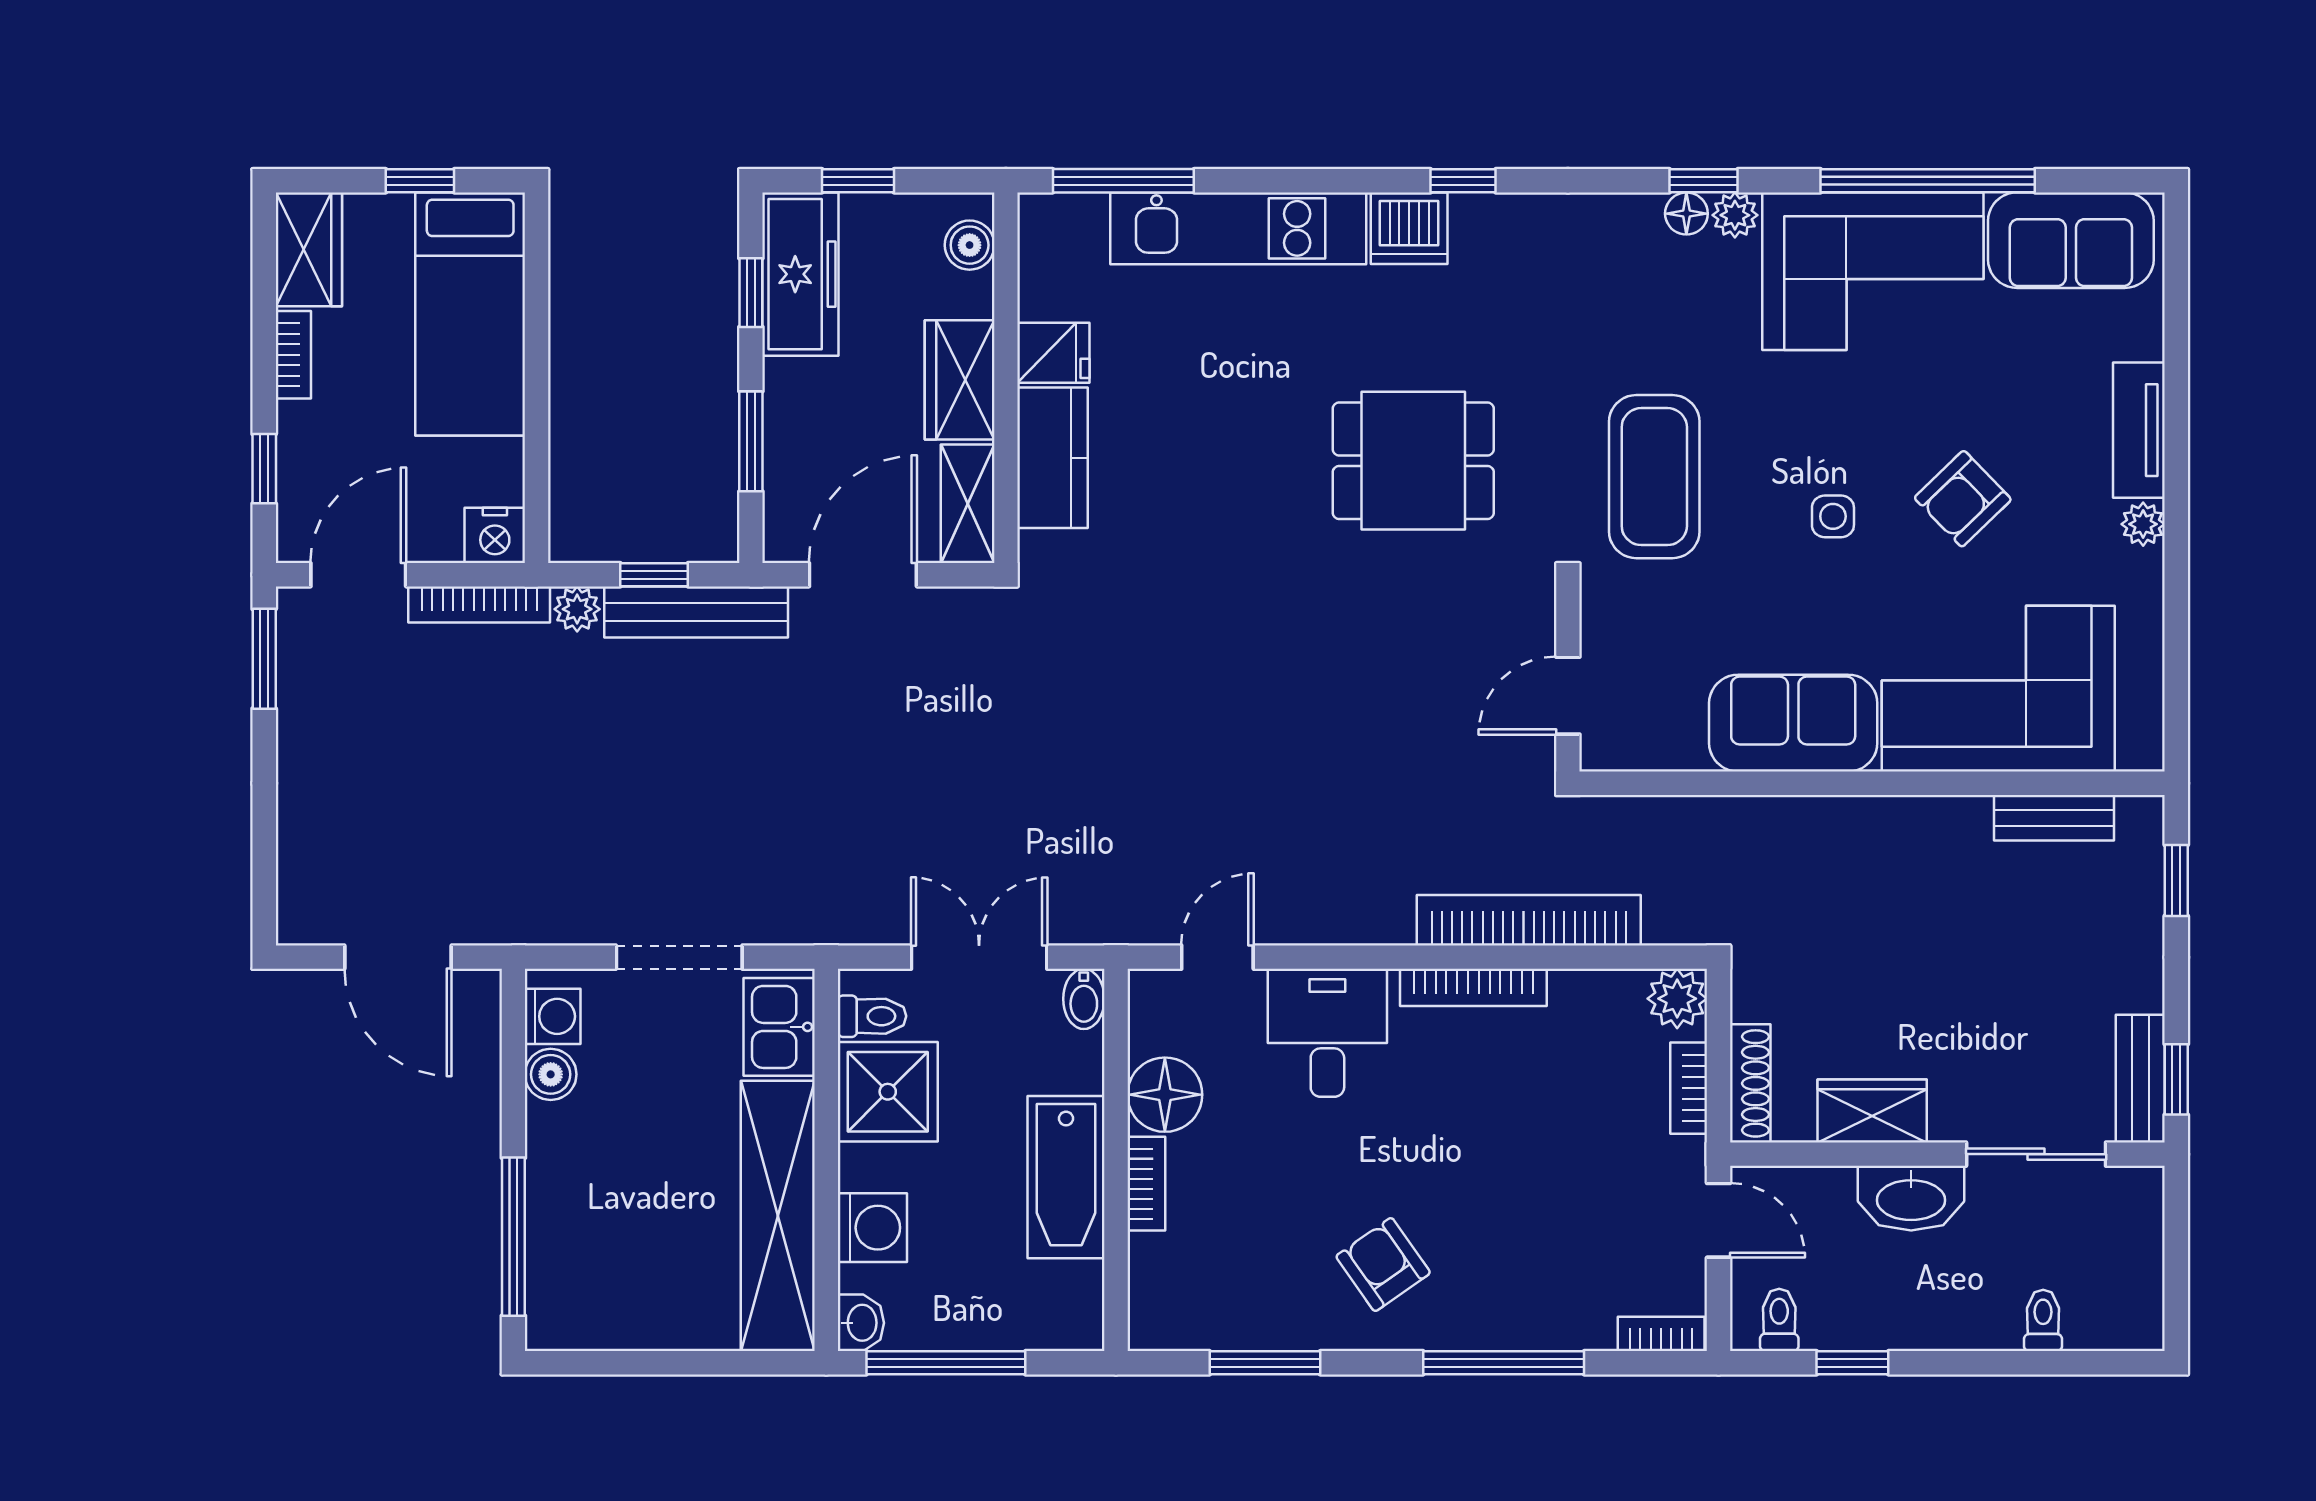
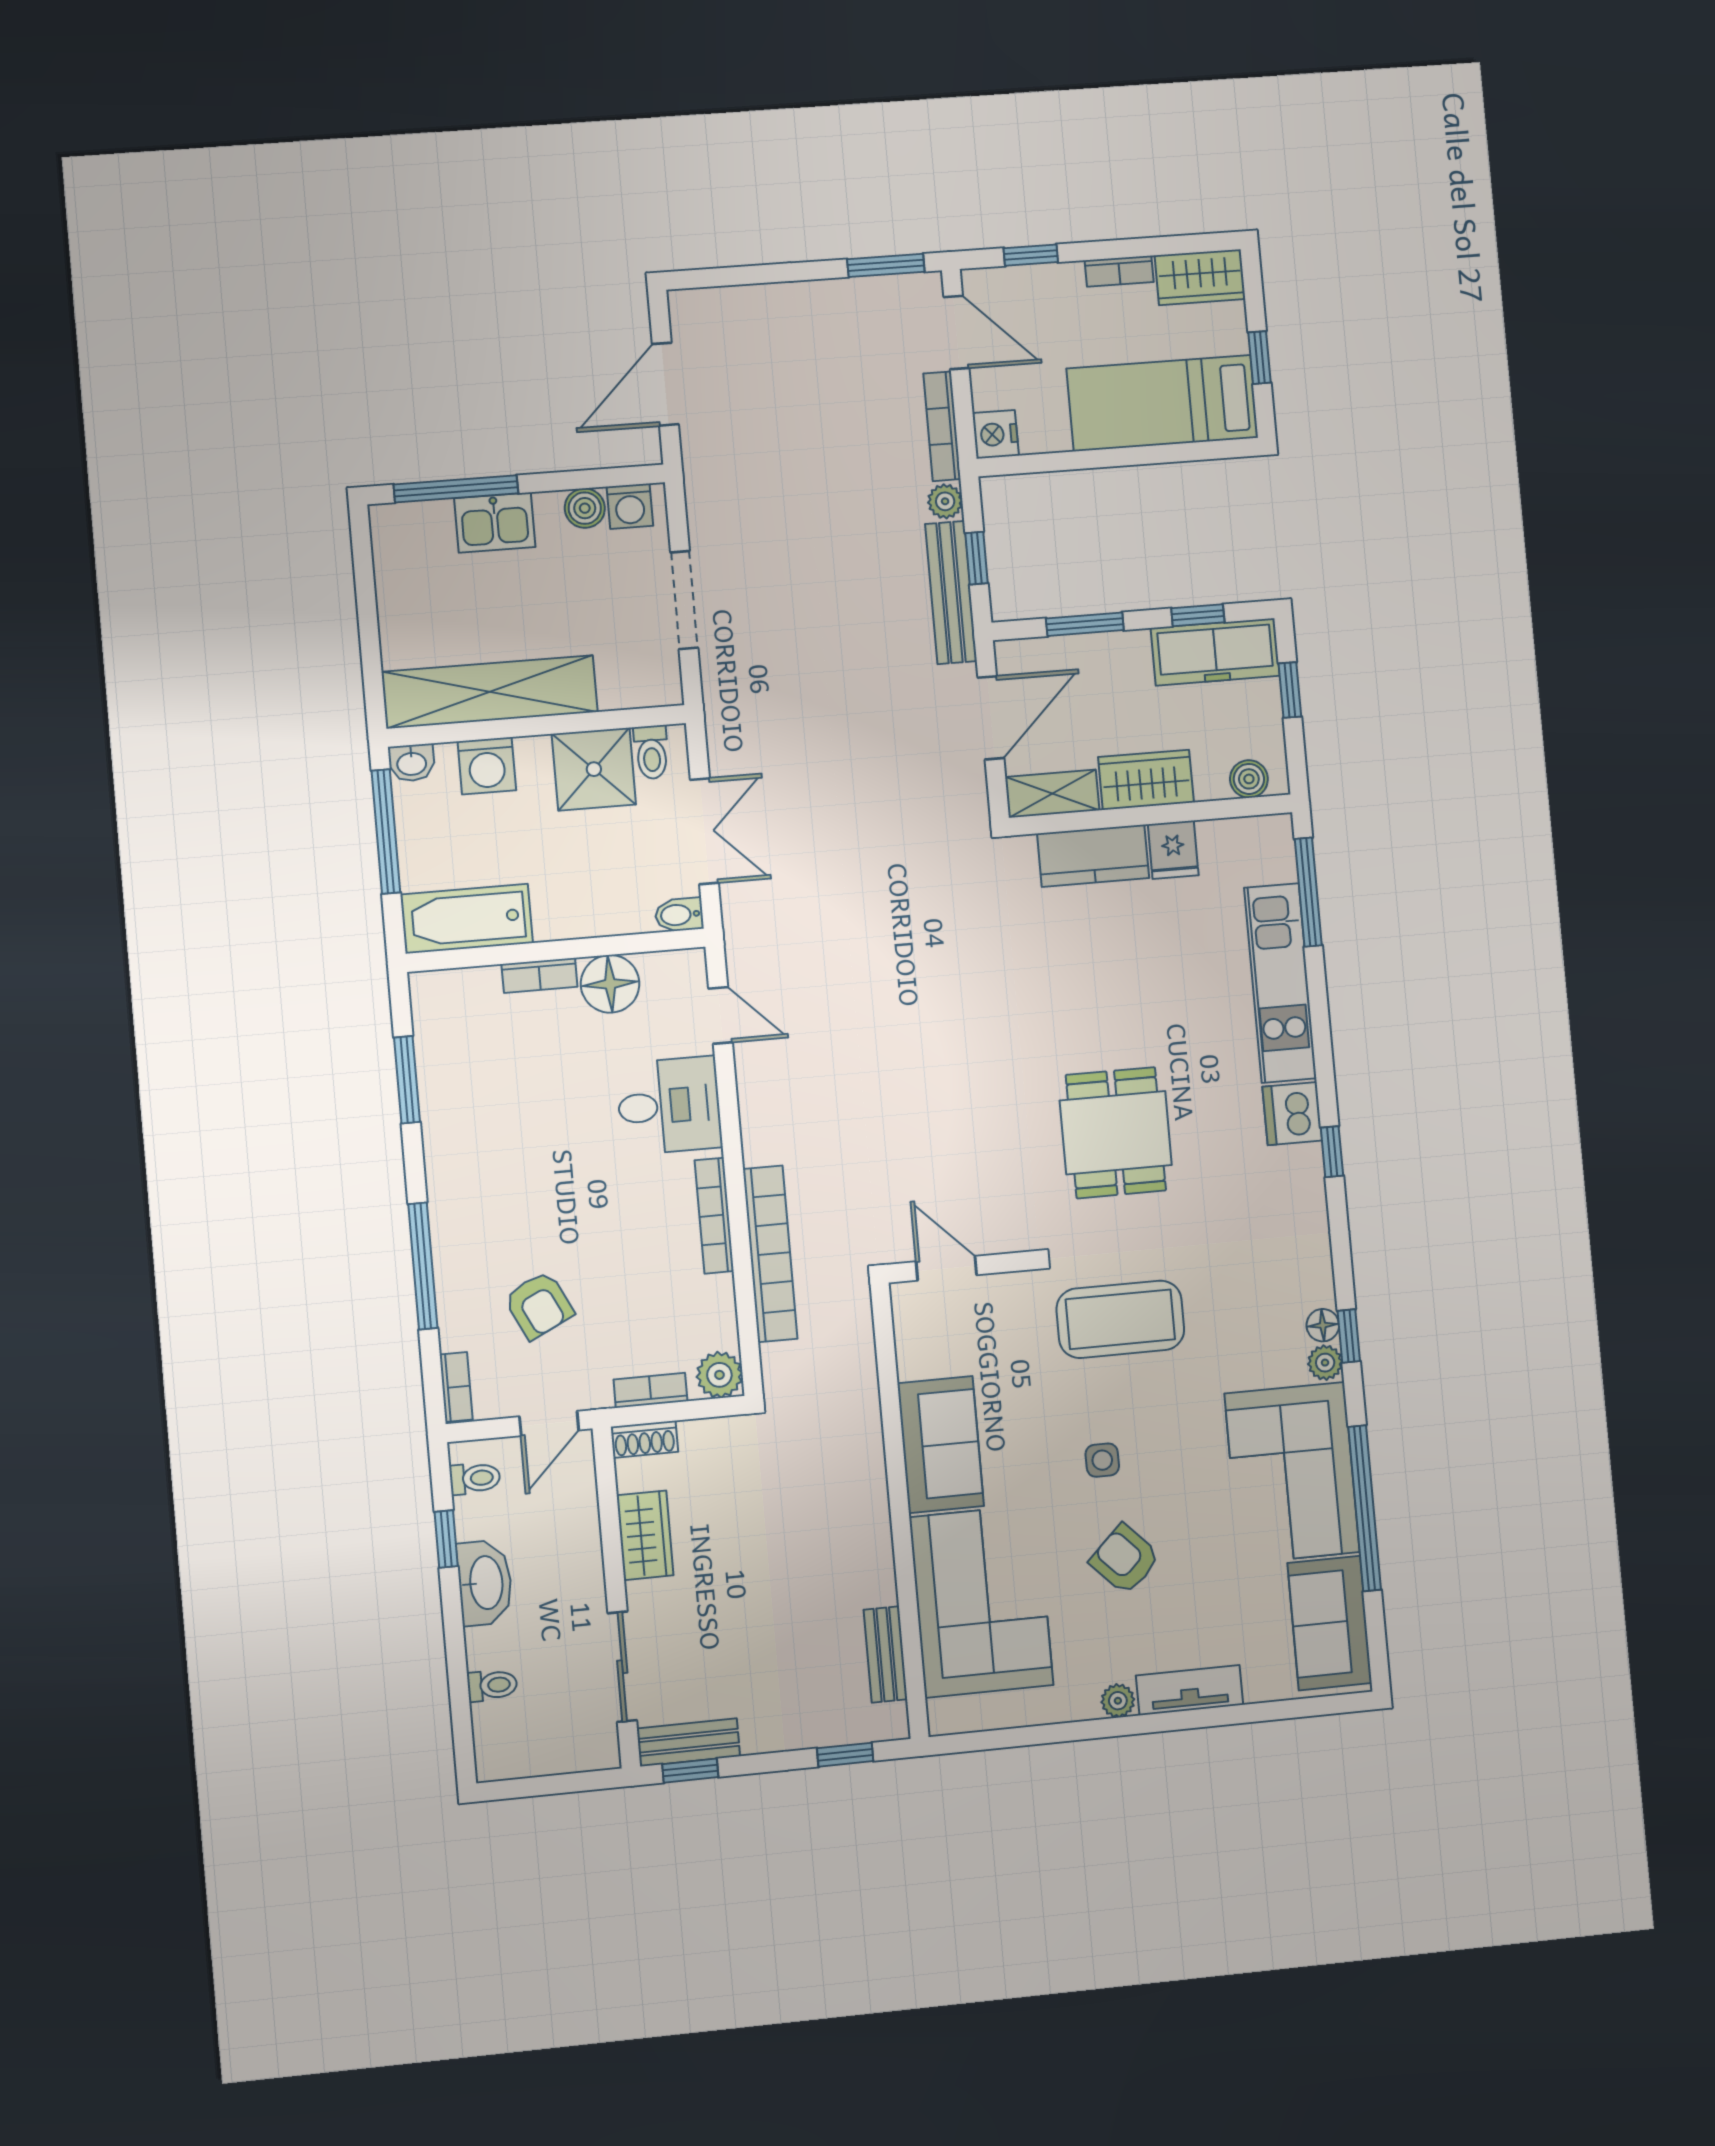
door: (863, 575) -> (991, 718), hinge flipped
kitchen sink: (779, 1027) -> (495, 523), moved, turned 180
shoe rack: (1750, 1083) -> (644, 1439), width x0.70
bathtub: (1066, 1177) -> (467, 919), moved
washbasin: (1911, 1198) -> (485, 1583), moved, turned 180
armchair: (1383, 1265) -> (539, 1305), moved, turned 99

